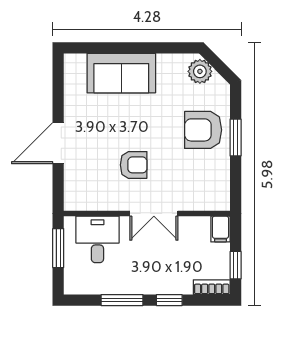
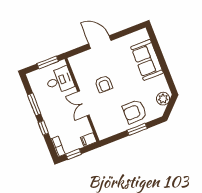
armchair: (203, 130) -> (135, 112), turned -90

